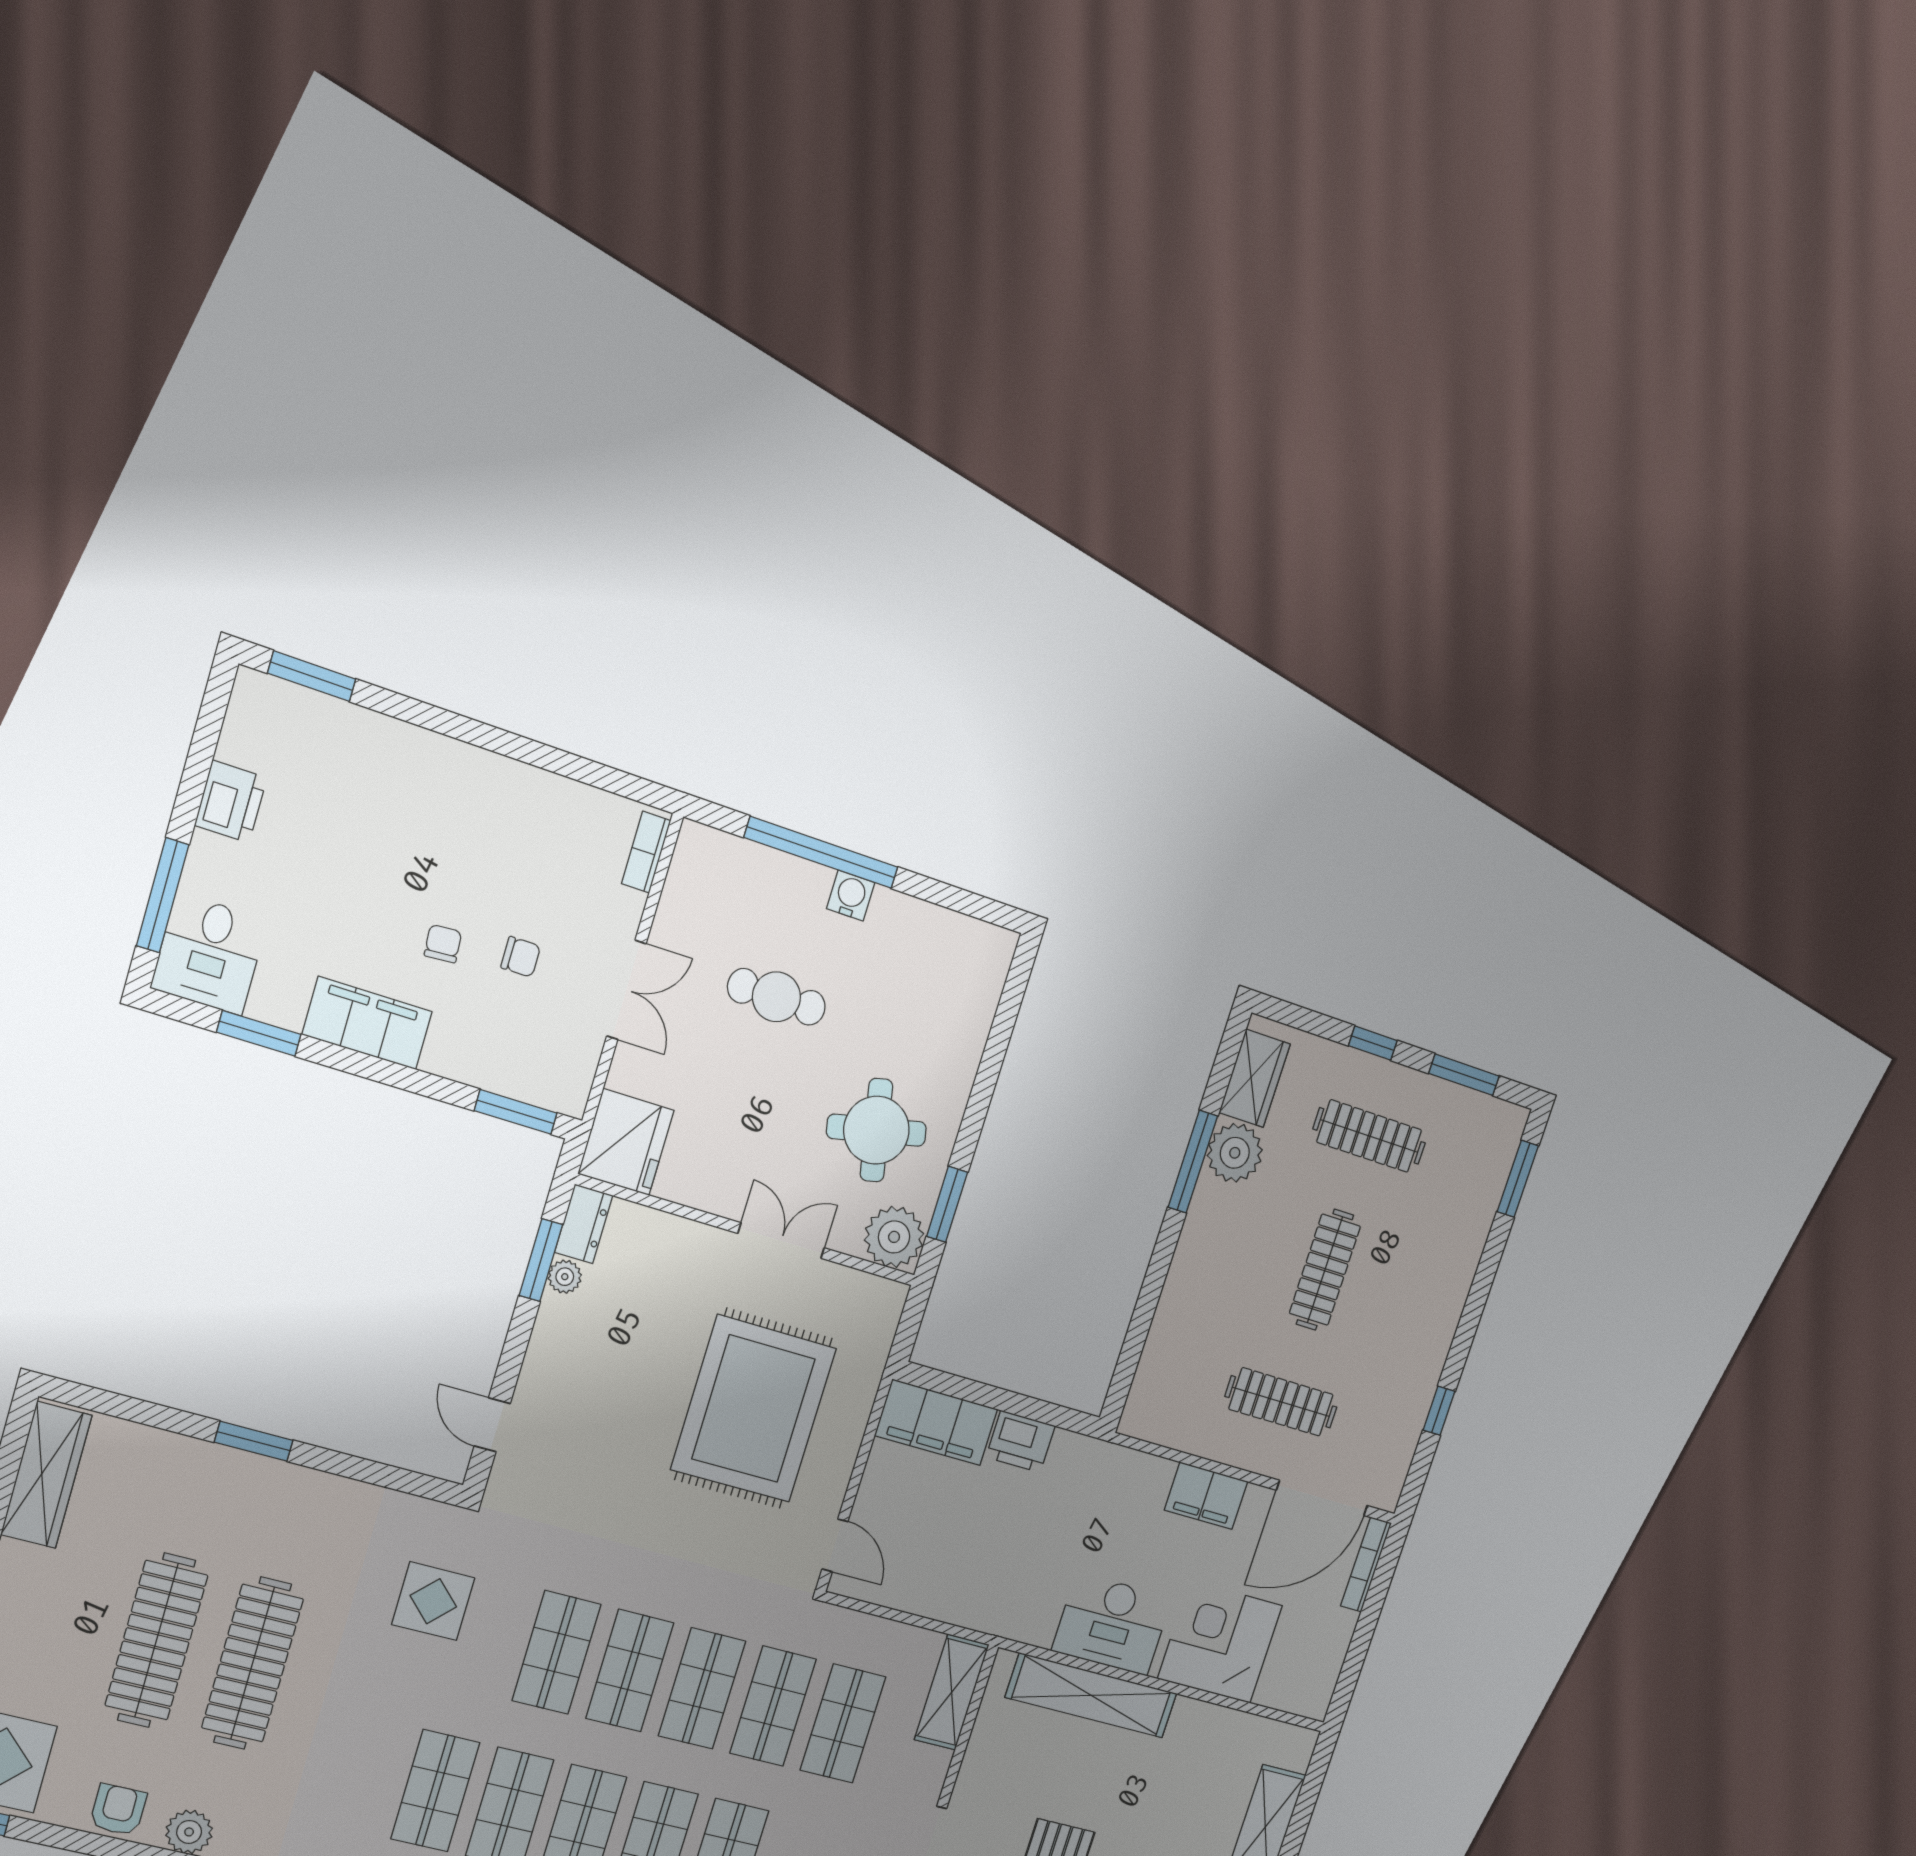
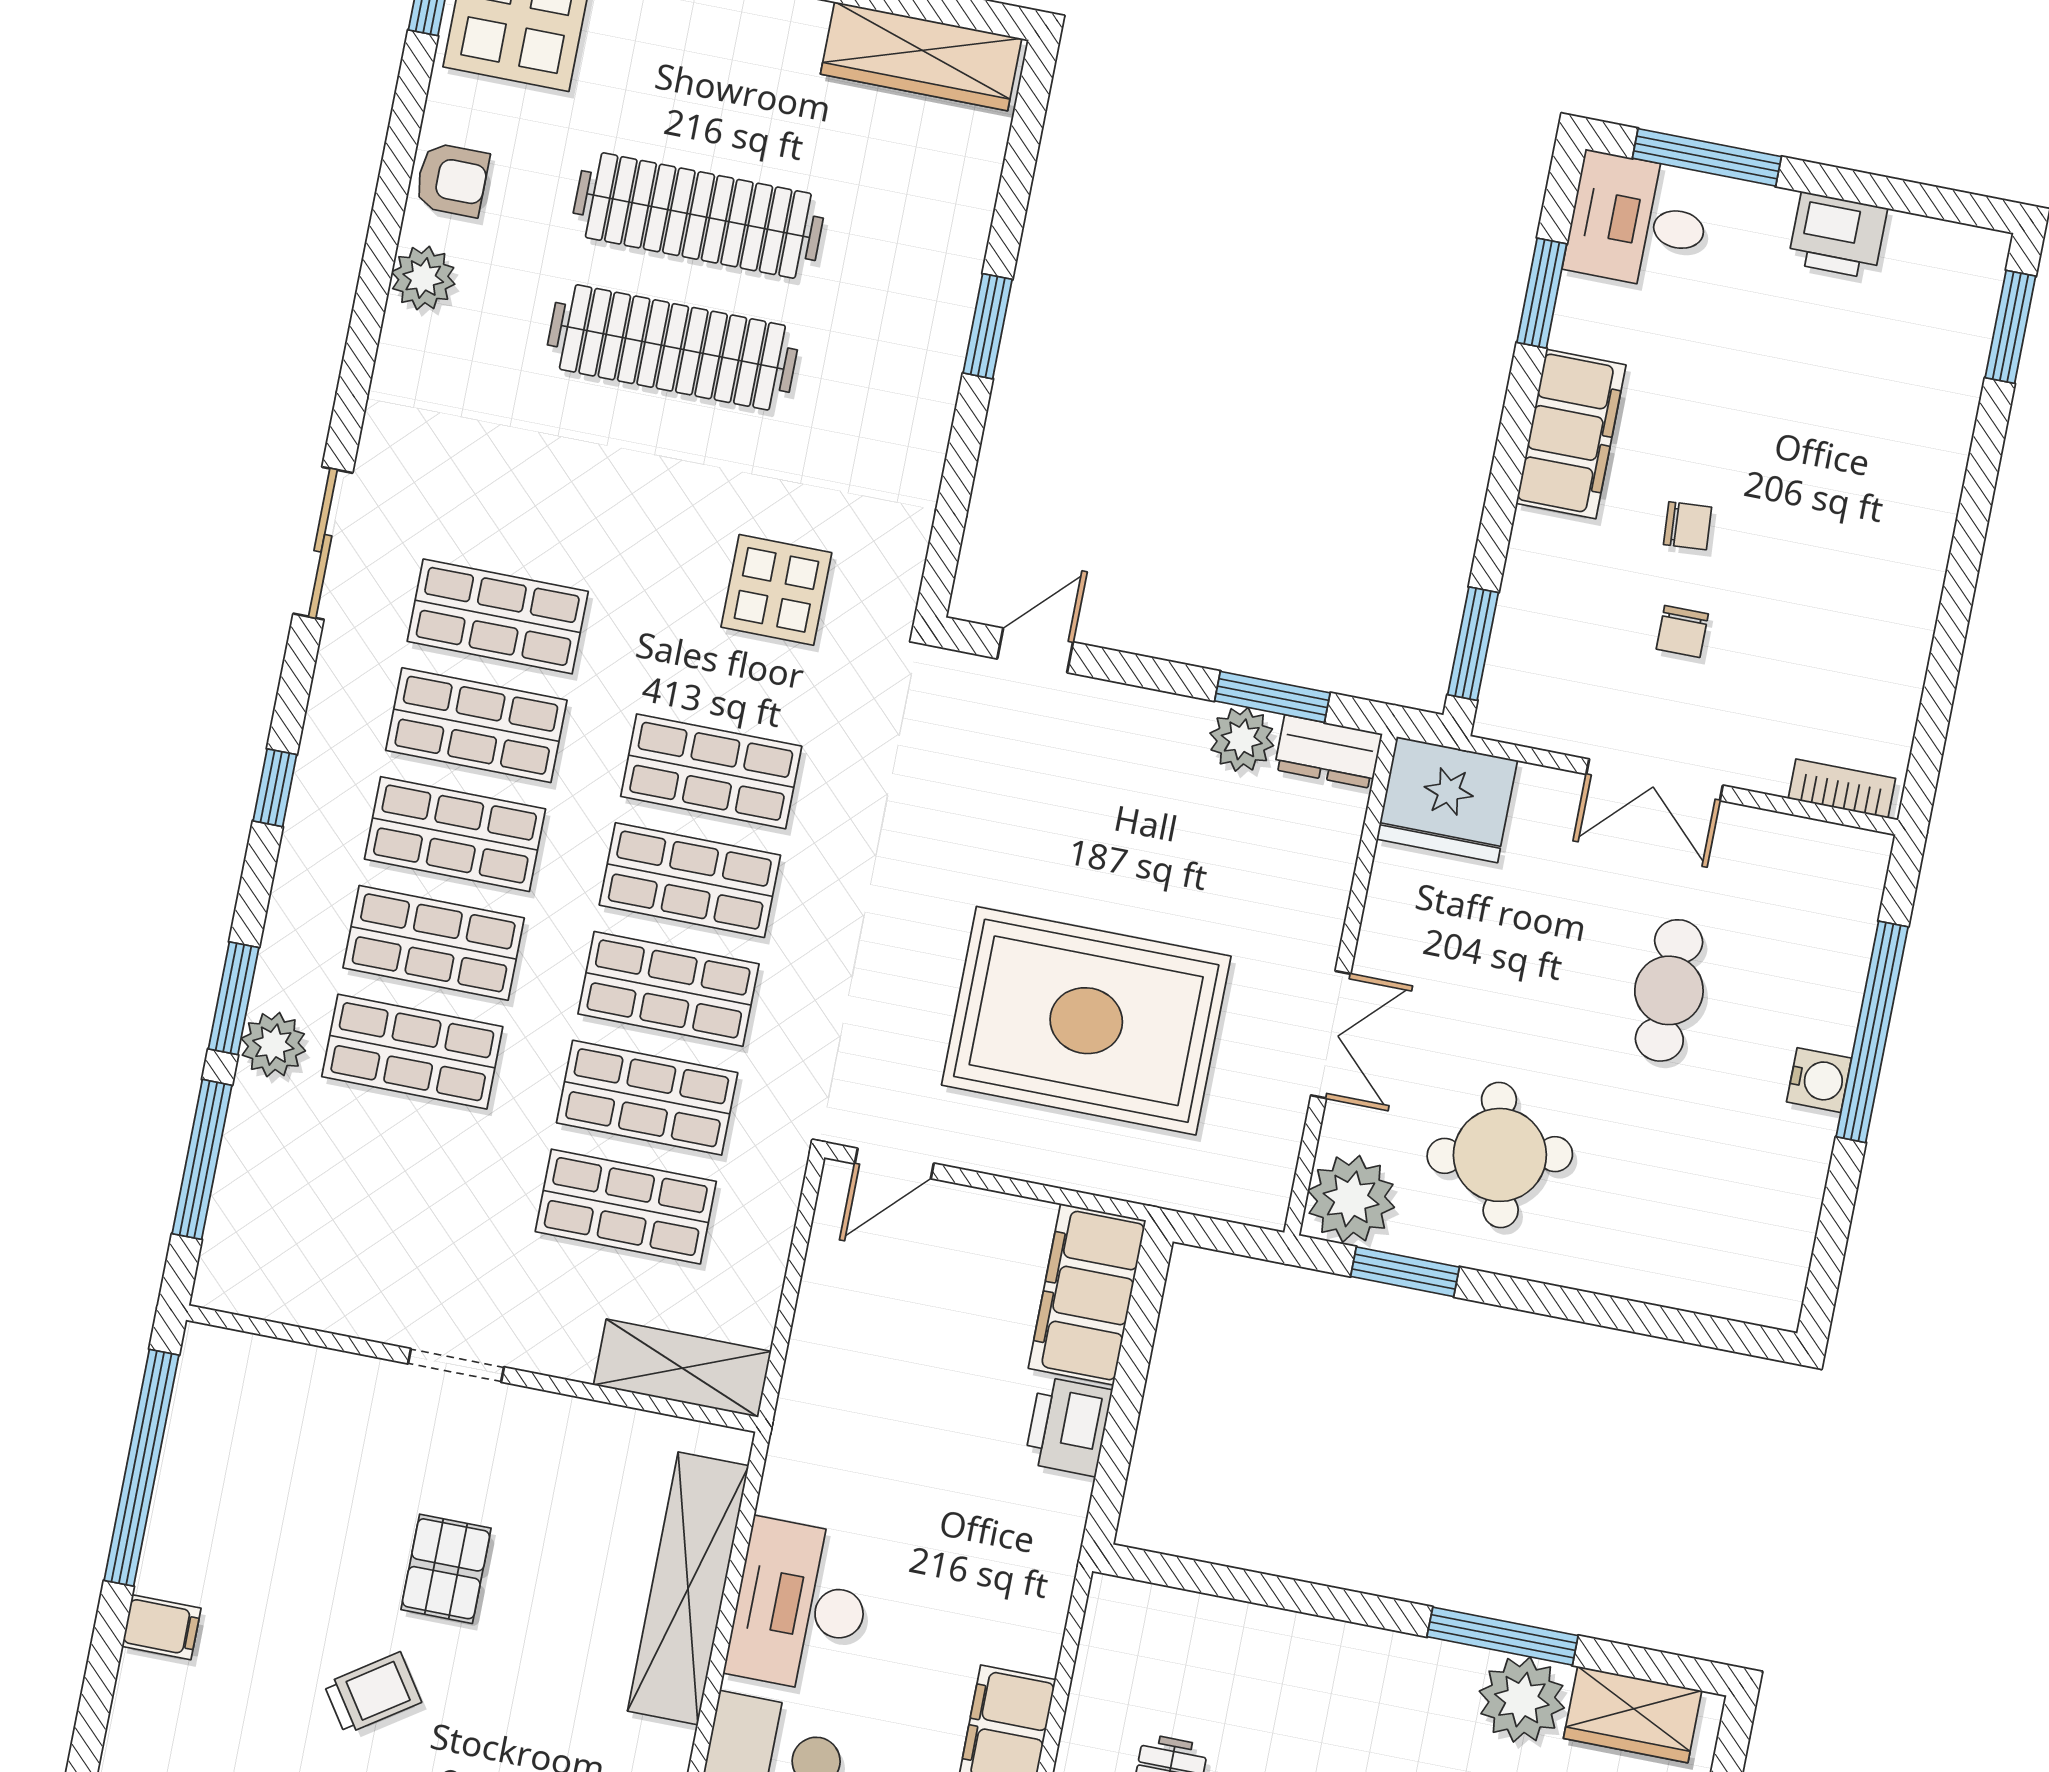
plant: (565, 1277) -> (1242, 739), width x1.38, depth x1.38

